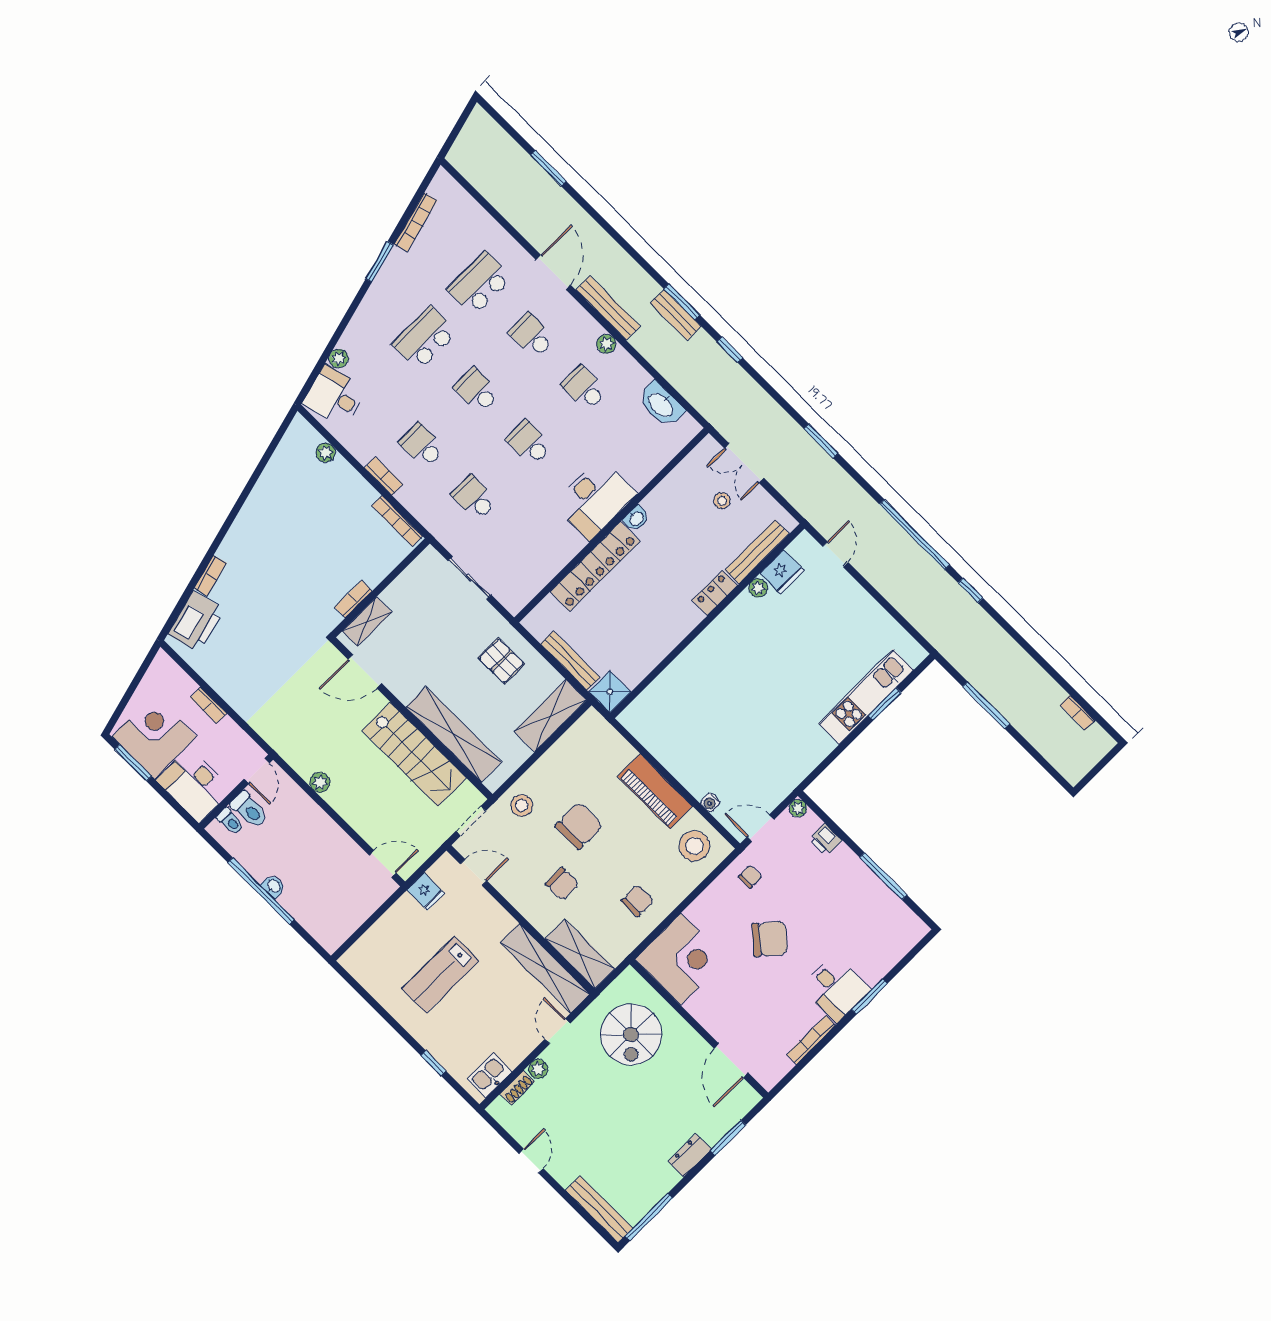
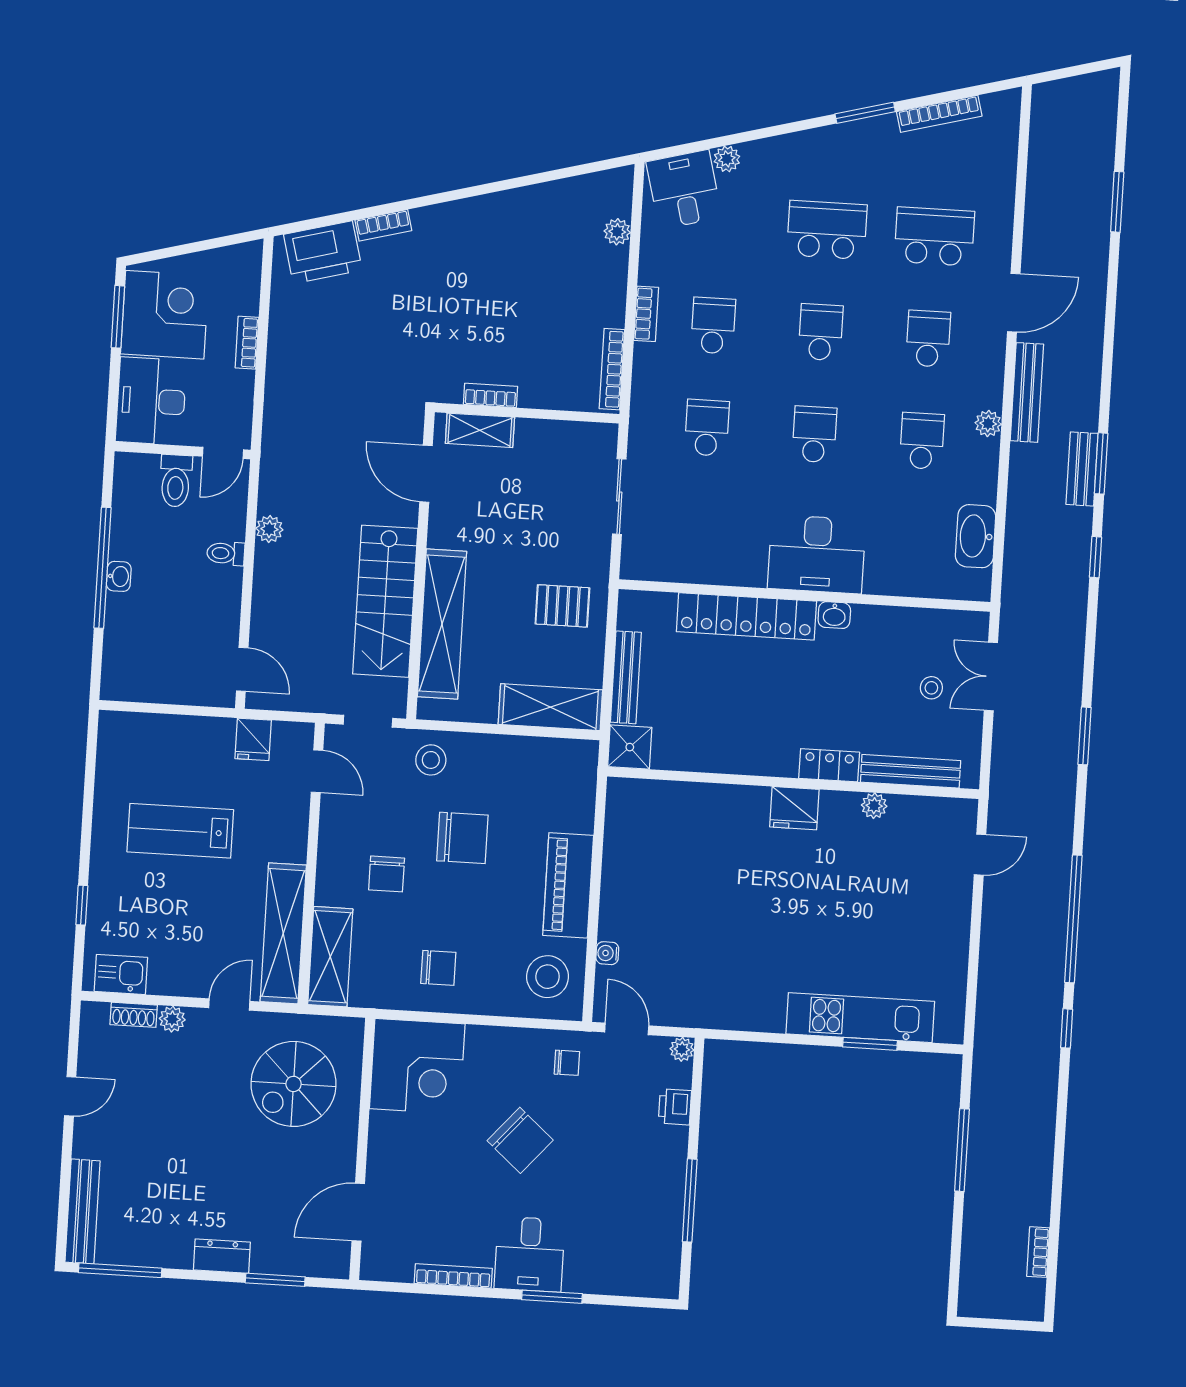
fridge: (782, 572) -> (794, 808), moved
pallet: (501, 661) -> (562, 606), turned 90
toilet: (230, 821) -> (226, 553), moved, turned 90

